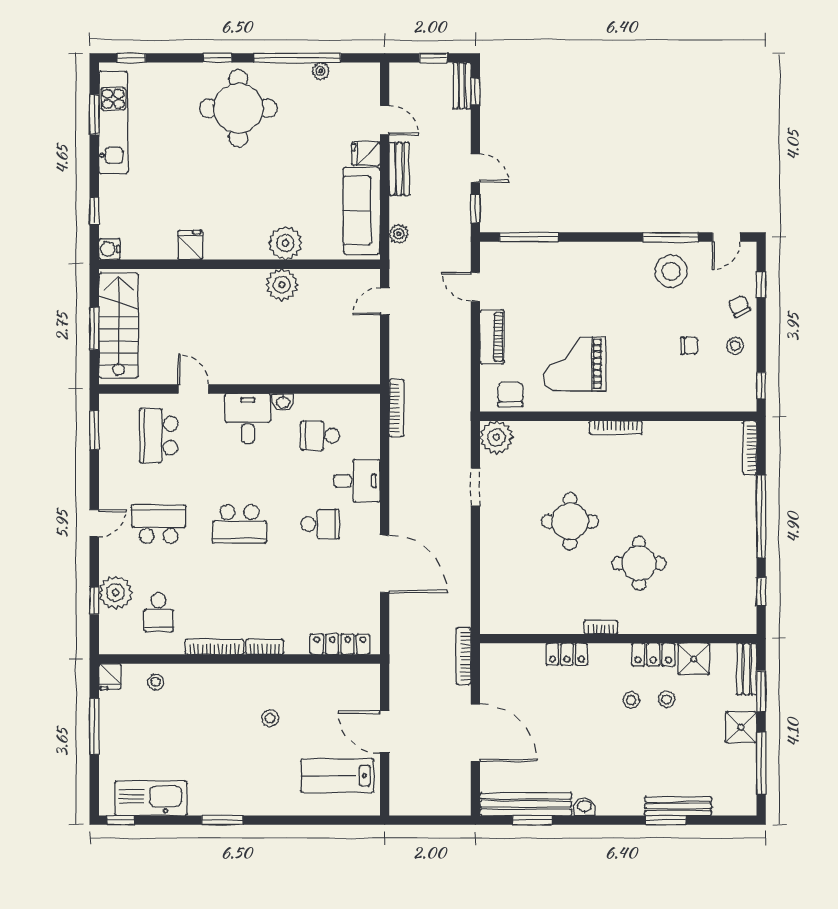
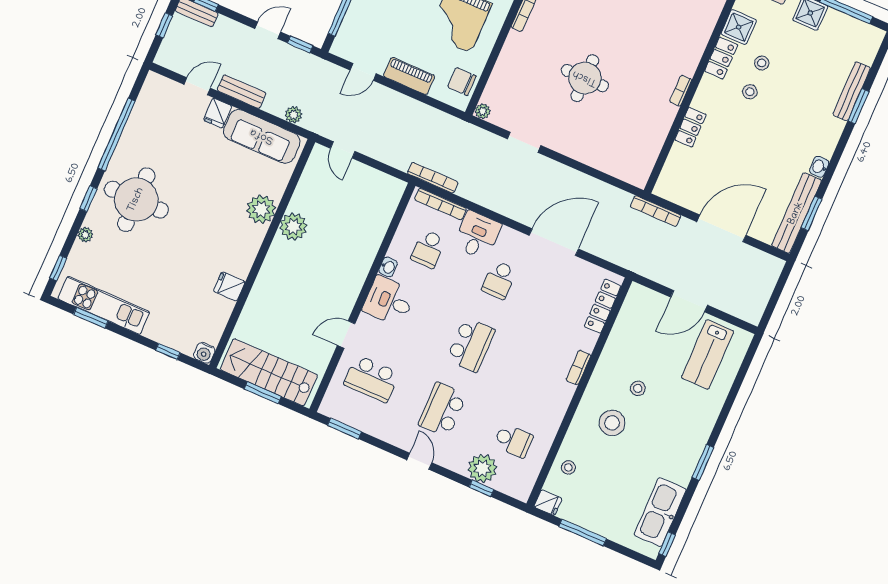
plant: (321, 71) -> (85, 235), moved
plant: (496, 437) -> (483, 111), width x0.53, depth x0.53
school desk: (320, 524) -> (499, 280), turned 180
round table: (639, 563) -> (643, 38), removed
bookcase: (214, 647) -> (440, 204), moved, turned -90
stool: (222, 707) -> (612, 423), added

